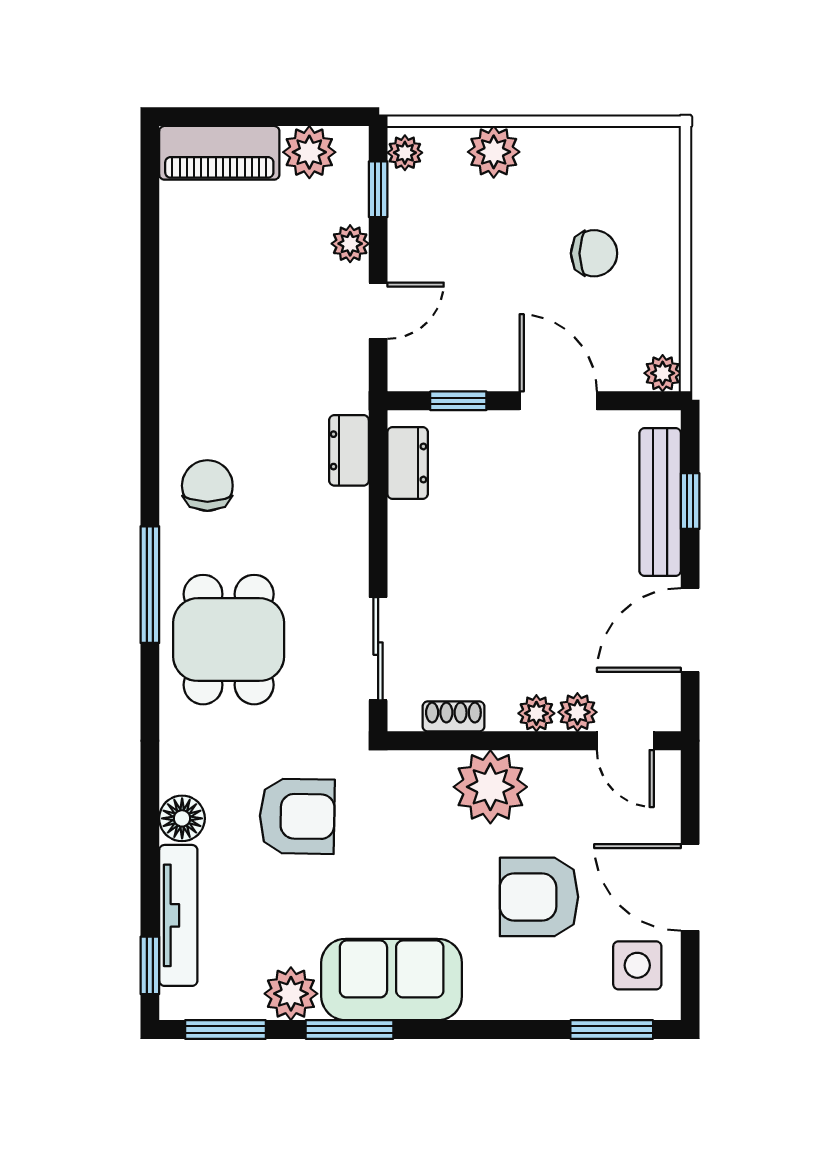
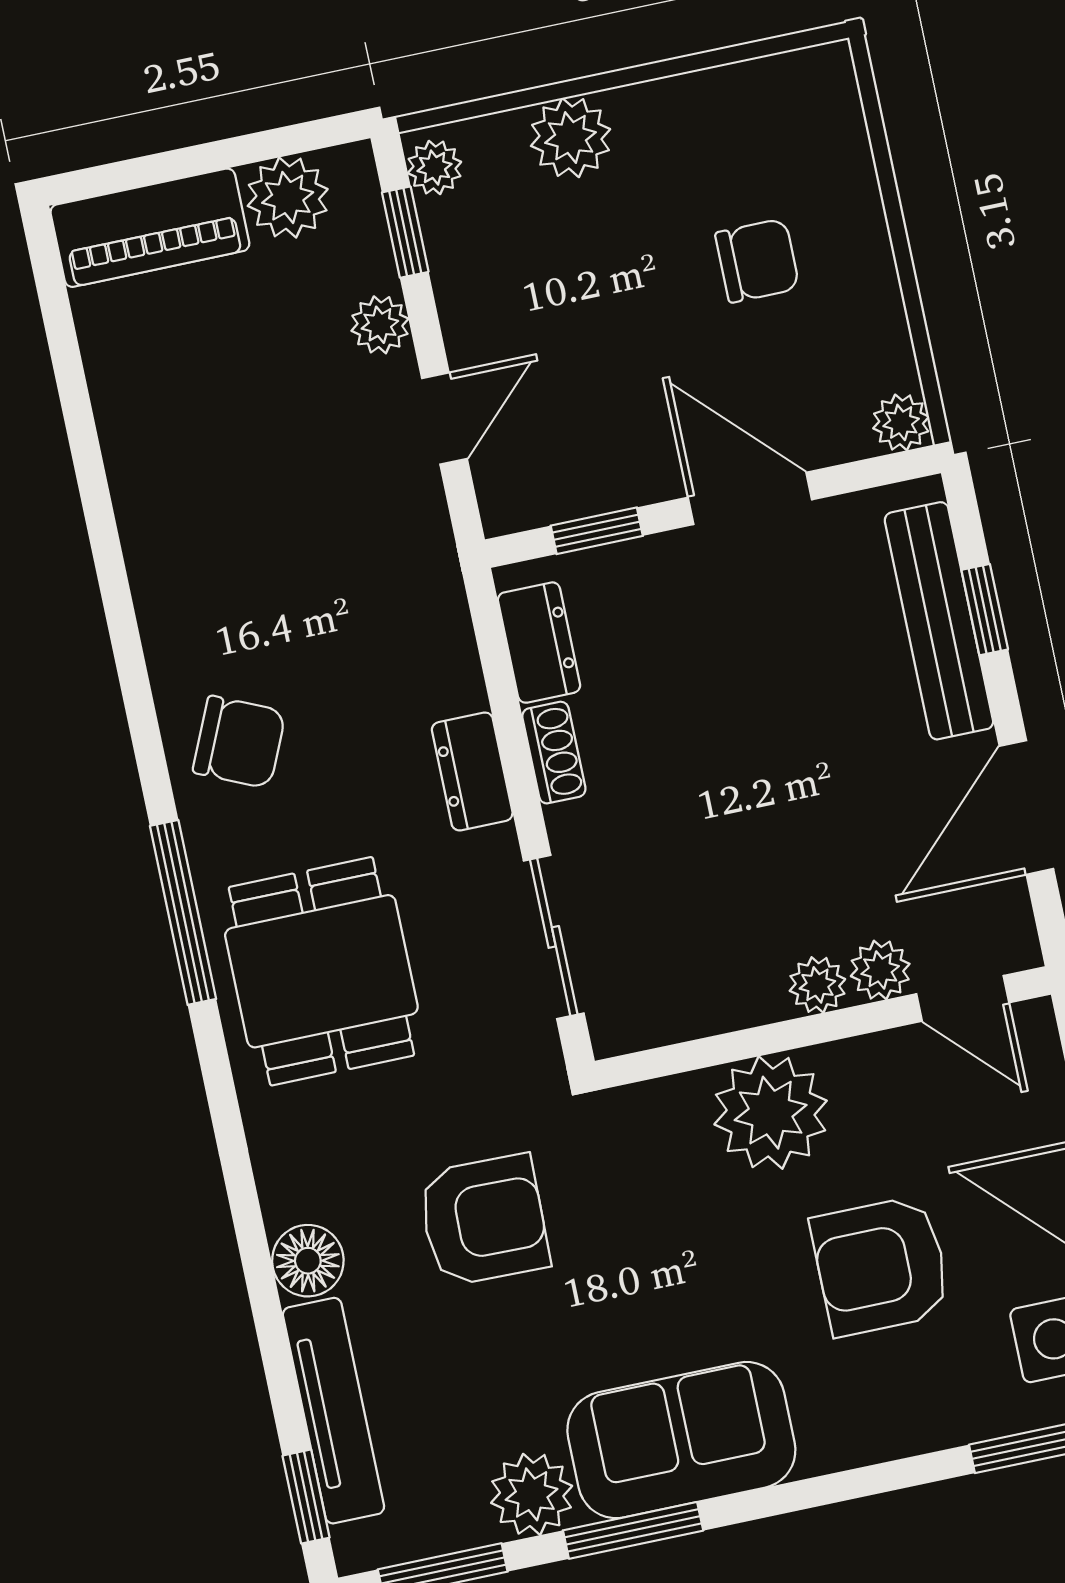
dresser: (349, 450) -> (472, 771), moved
chair: (207, 486) -> (239, 742), turned 114
shoe rack: (453, 716) -> (554, 753), moved, turned 90

